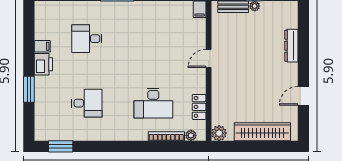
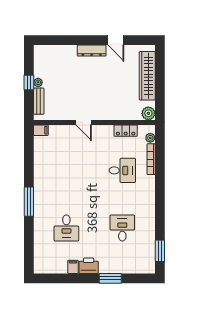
dresser: (291, 46) -> (92, 51), moved
desk: (153, 103) -> (122, 170), width x0.73

